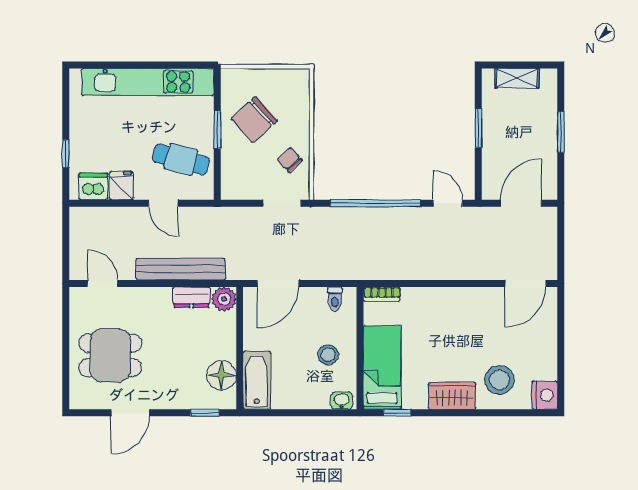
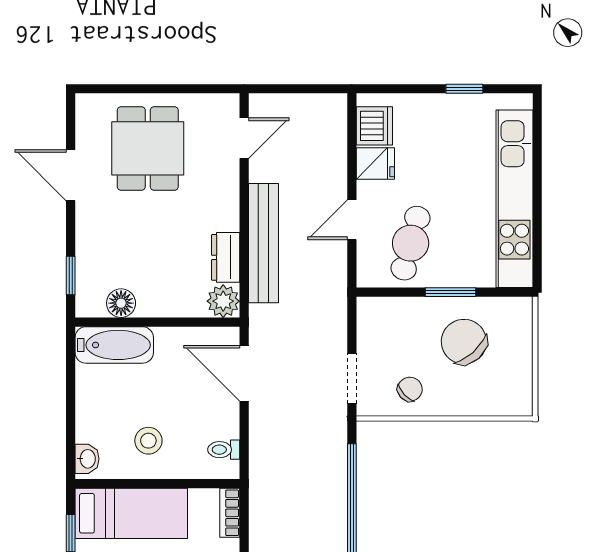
window: (66, 154) -> (464, 89), moved
floor lamp: (221, 375) -> (121, 303), width x0.73, depth x0.73

